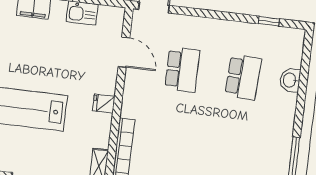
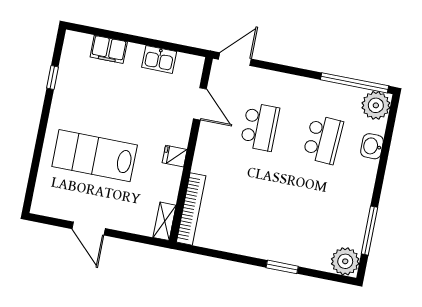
window: (269, 21) -> (354, 83), width x3.17
plant: (291, 41) -> (376, 105), added

